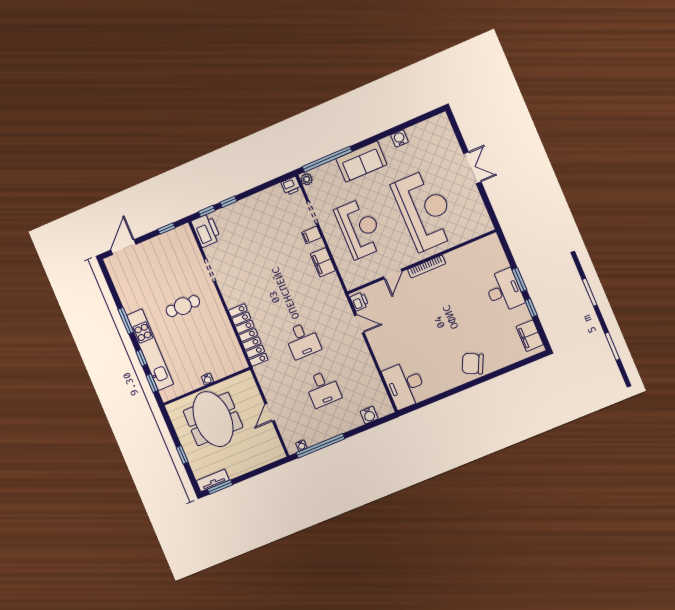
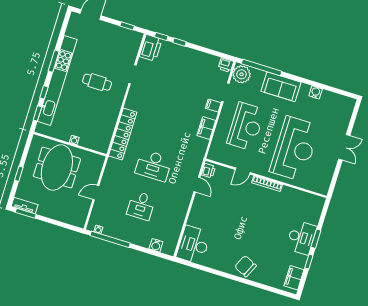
plant: (307, 179) -> (242, 74), width x1.87, depth x1.87
desk: (303, 340) -> (154, 165), width x1.37
kitchen unit: (150, 350) -> (57, 80), width x1.36

